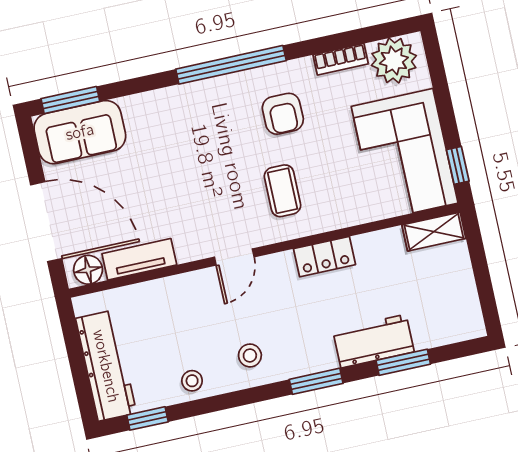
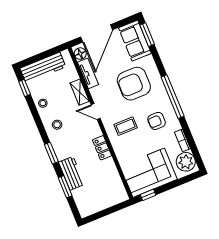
armchair: (183, 153) -> (134, 84), added
shelving: (434, 232) -> (80, 92), moved

